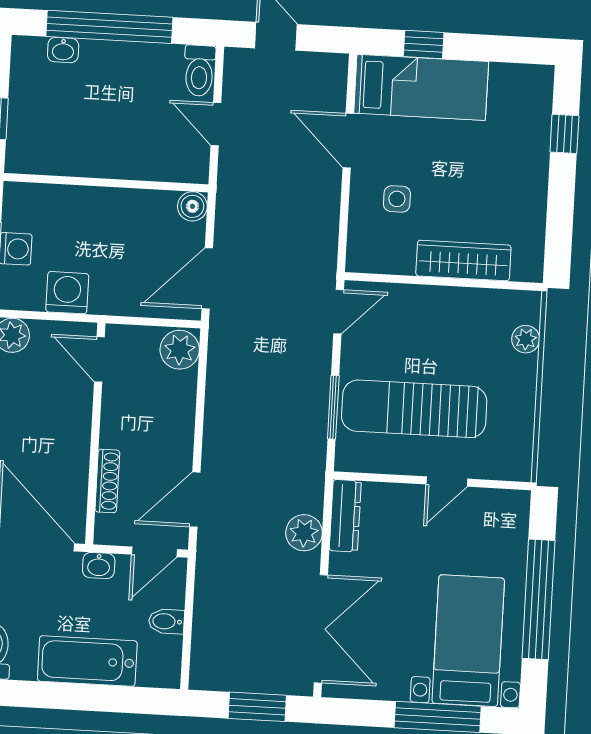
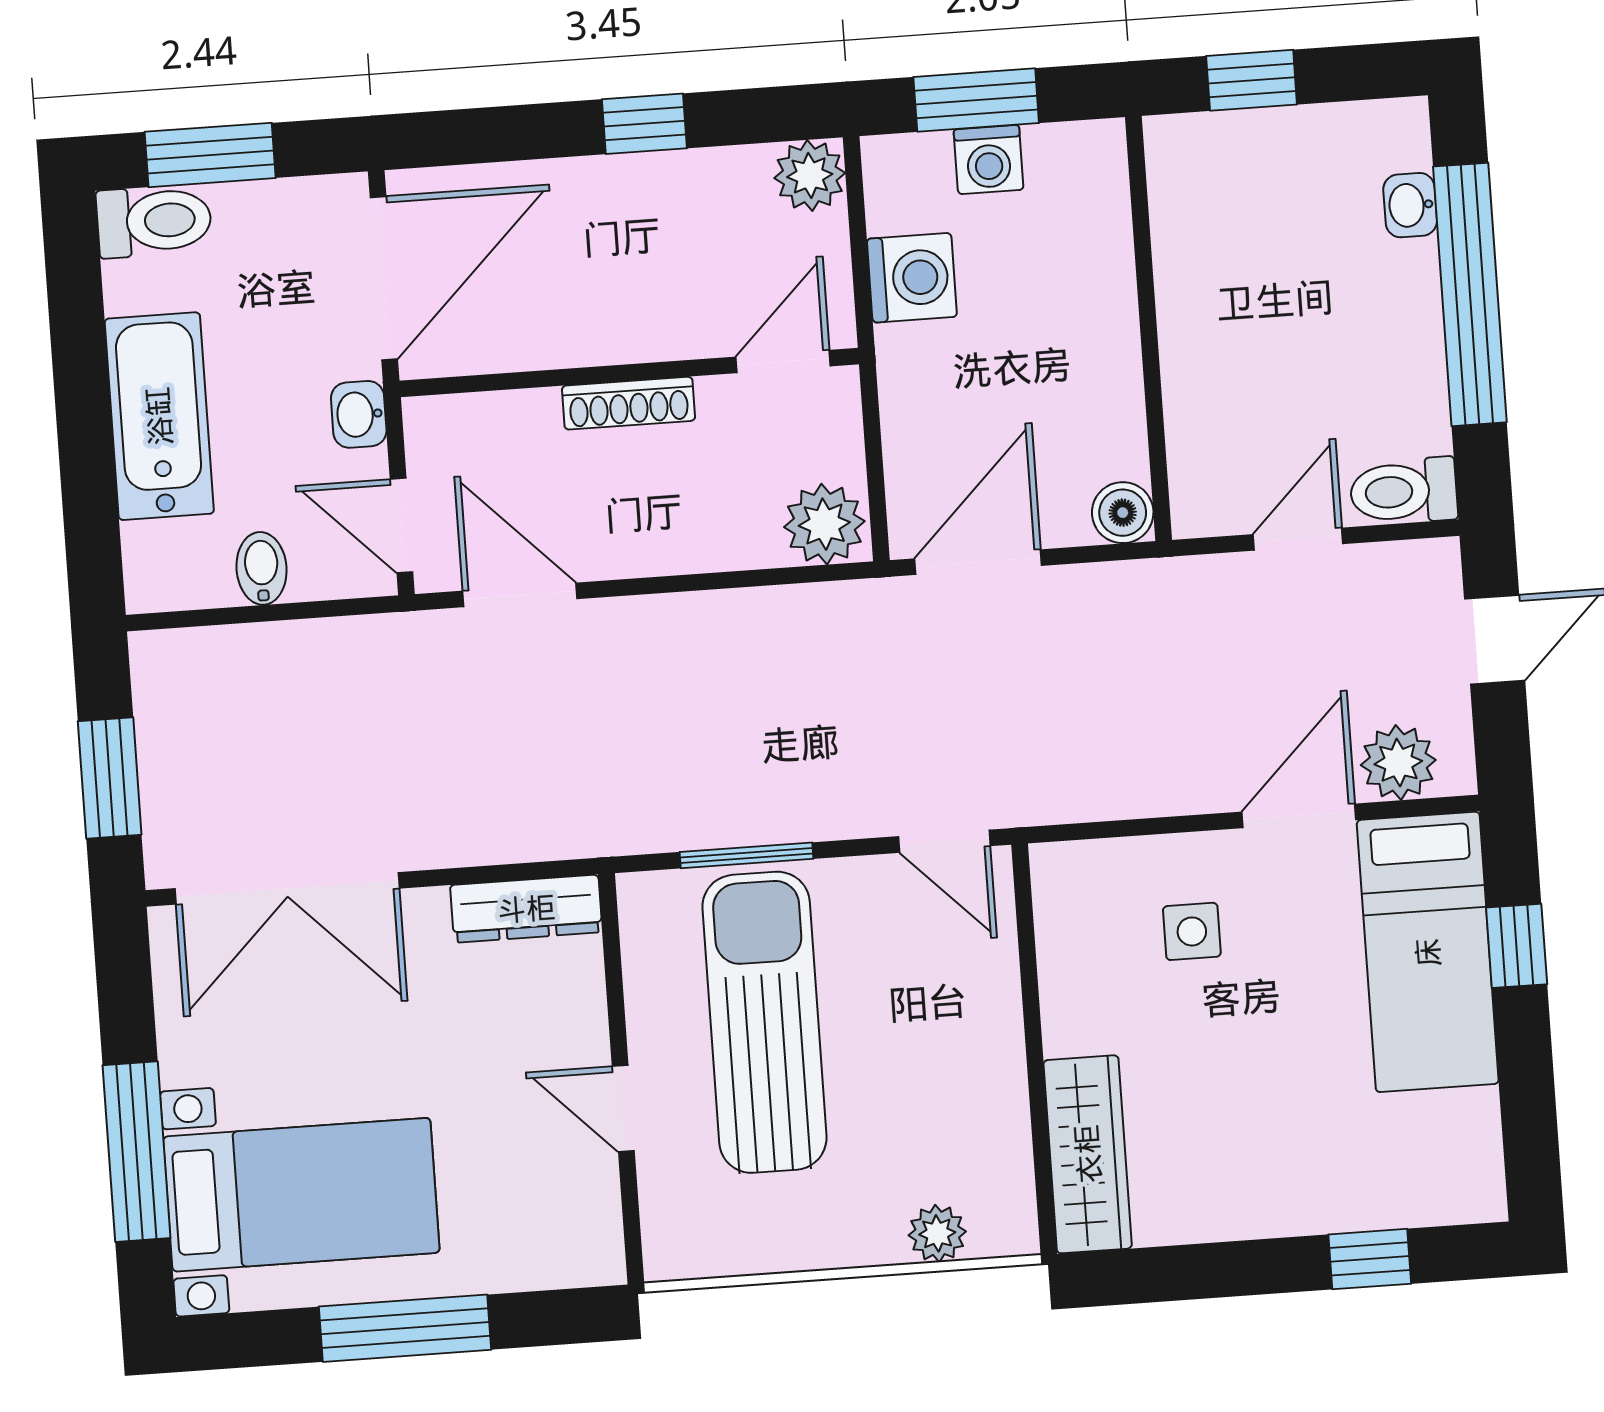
wardrobe: (463, 261) -> (1088, 1154), moved
door: (207, 278) -> (978, 562), hinge flipped
shoe rack: (107, 481) -> (629, 403), moved
plant: (304, 533) -> (1398, 763), moved
window: (538, 599) -> (405, 1328), width x0.68

